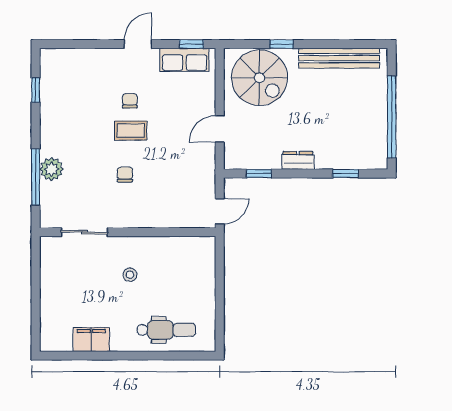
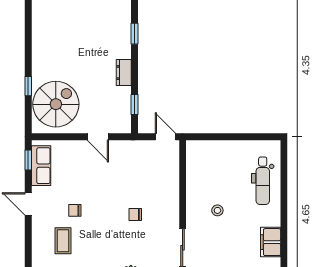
bench: (339, 58) -> (40, 39), removed
coffee table: (131, 131) -> (63, 241), moved
dental chair: (166, 330) -> (263, 181), turned 180

